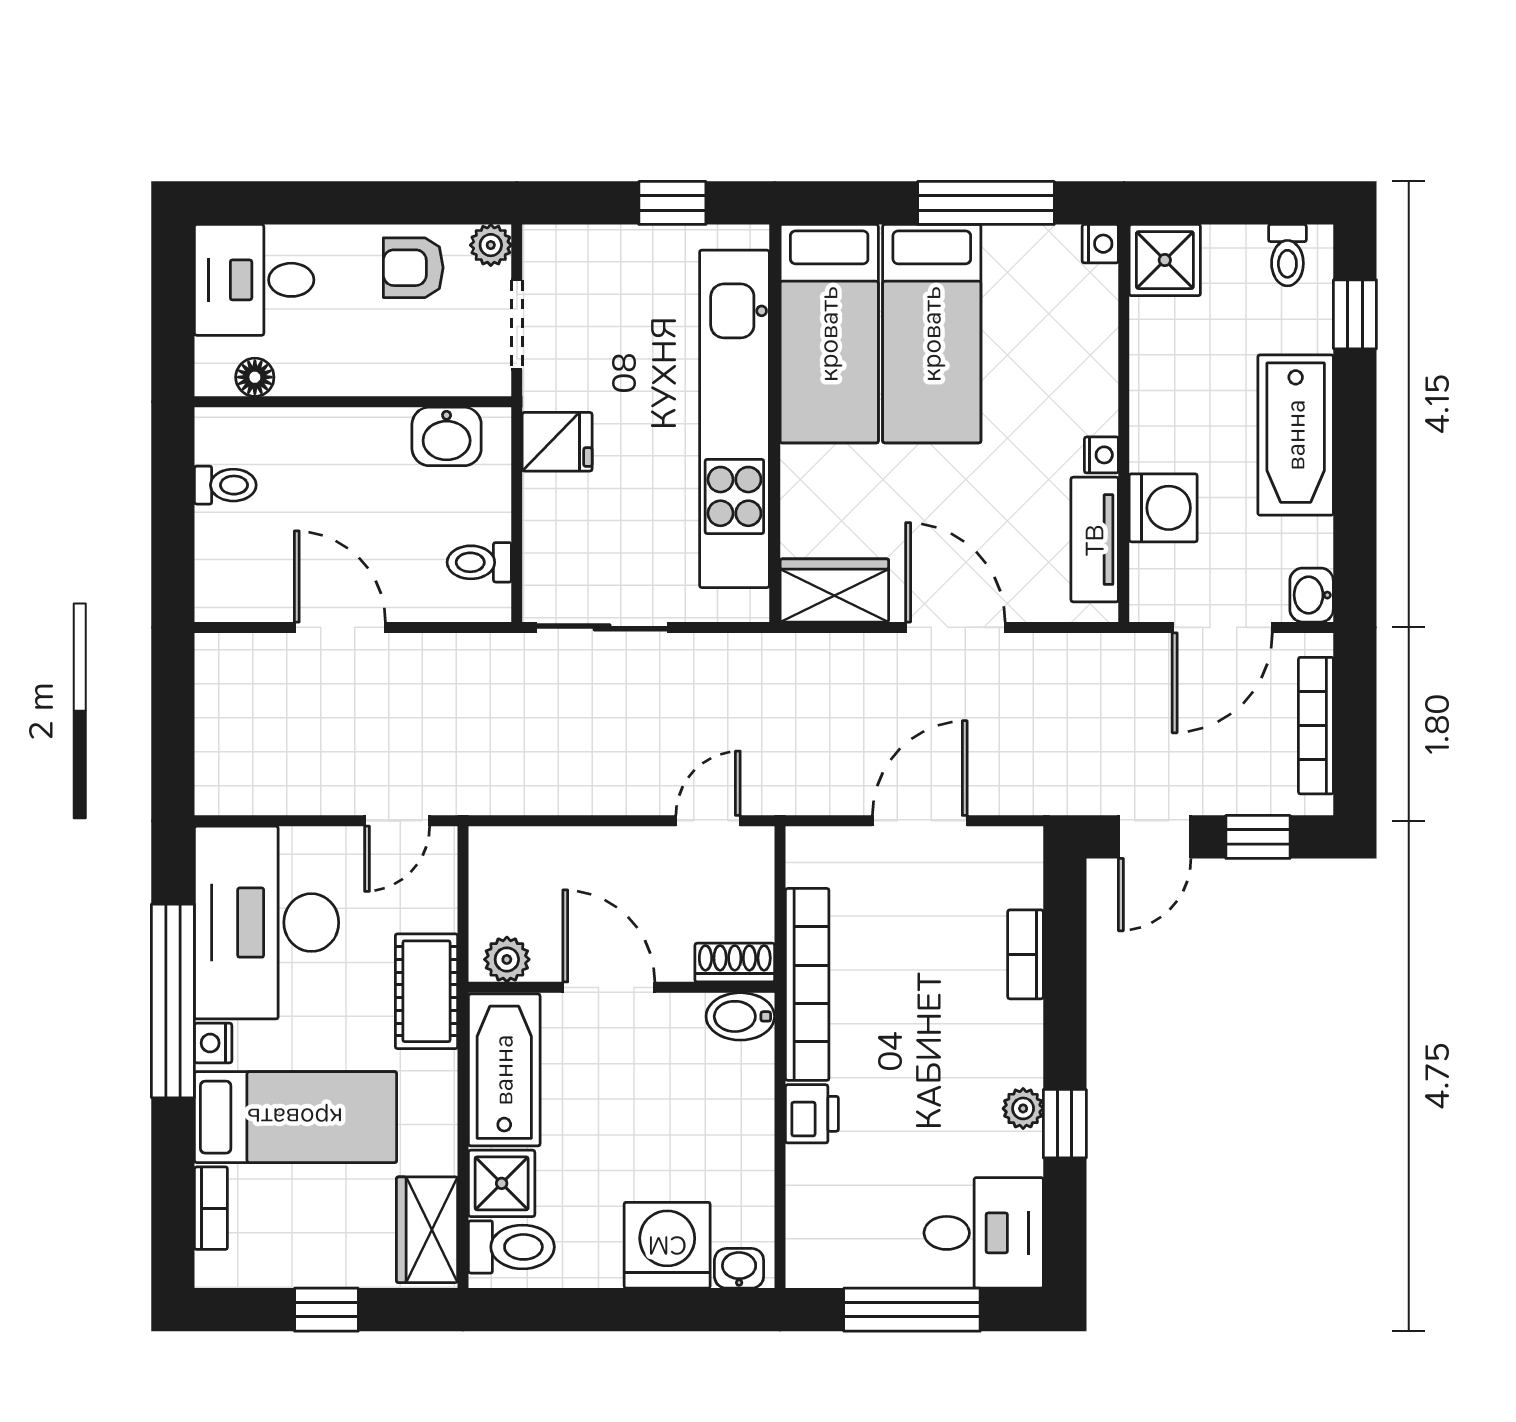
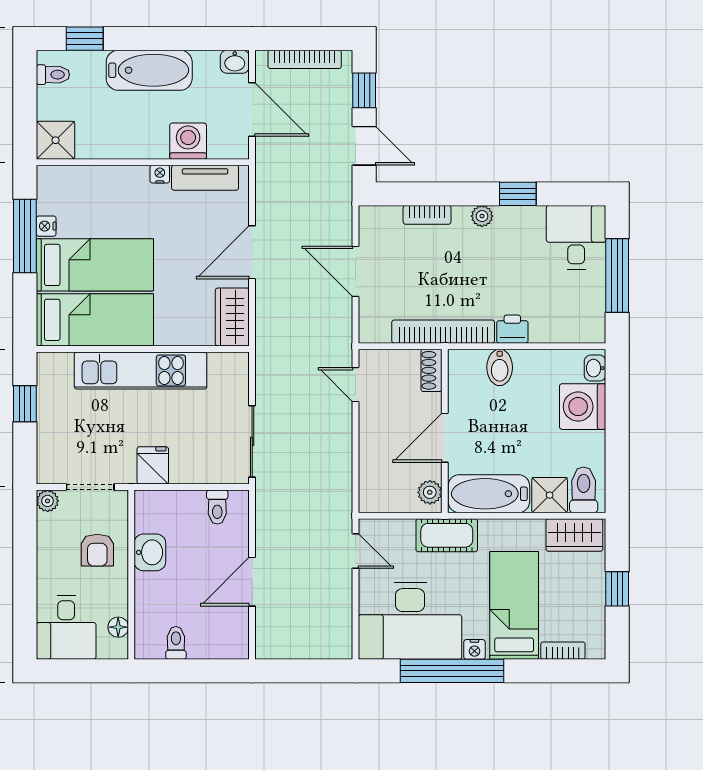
nightstand: (1100, 244) -> (46, 226), moved, turned -90
armchair: (413, 268) -> (97, 550), moved
kitchen unit: (734, 419) -> (140, 371), width x0.73
washbasin: (447, 436) -> (150, 552), moved
bidet: (740, 1016) -> (500, 367), moved
plant: (1023, 1108) -> (482, 216), moved

